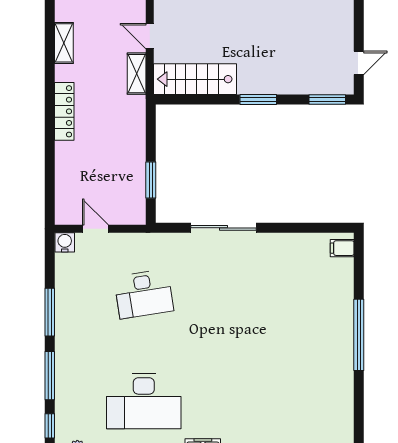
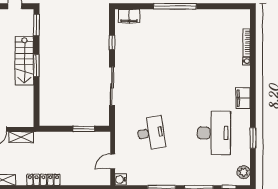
stairs: (195, 79) -> (24, 61), moved
window: (298, 228) -> (112, 42), added
filing cabinet: (342, 248) -> (129, 16), width x2.00

